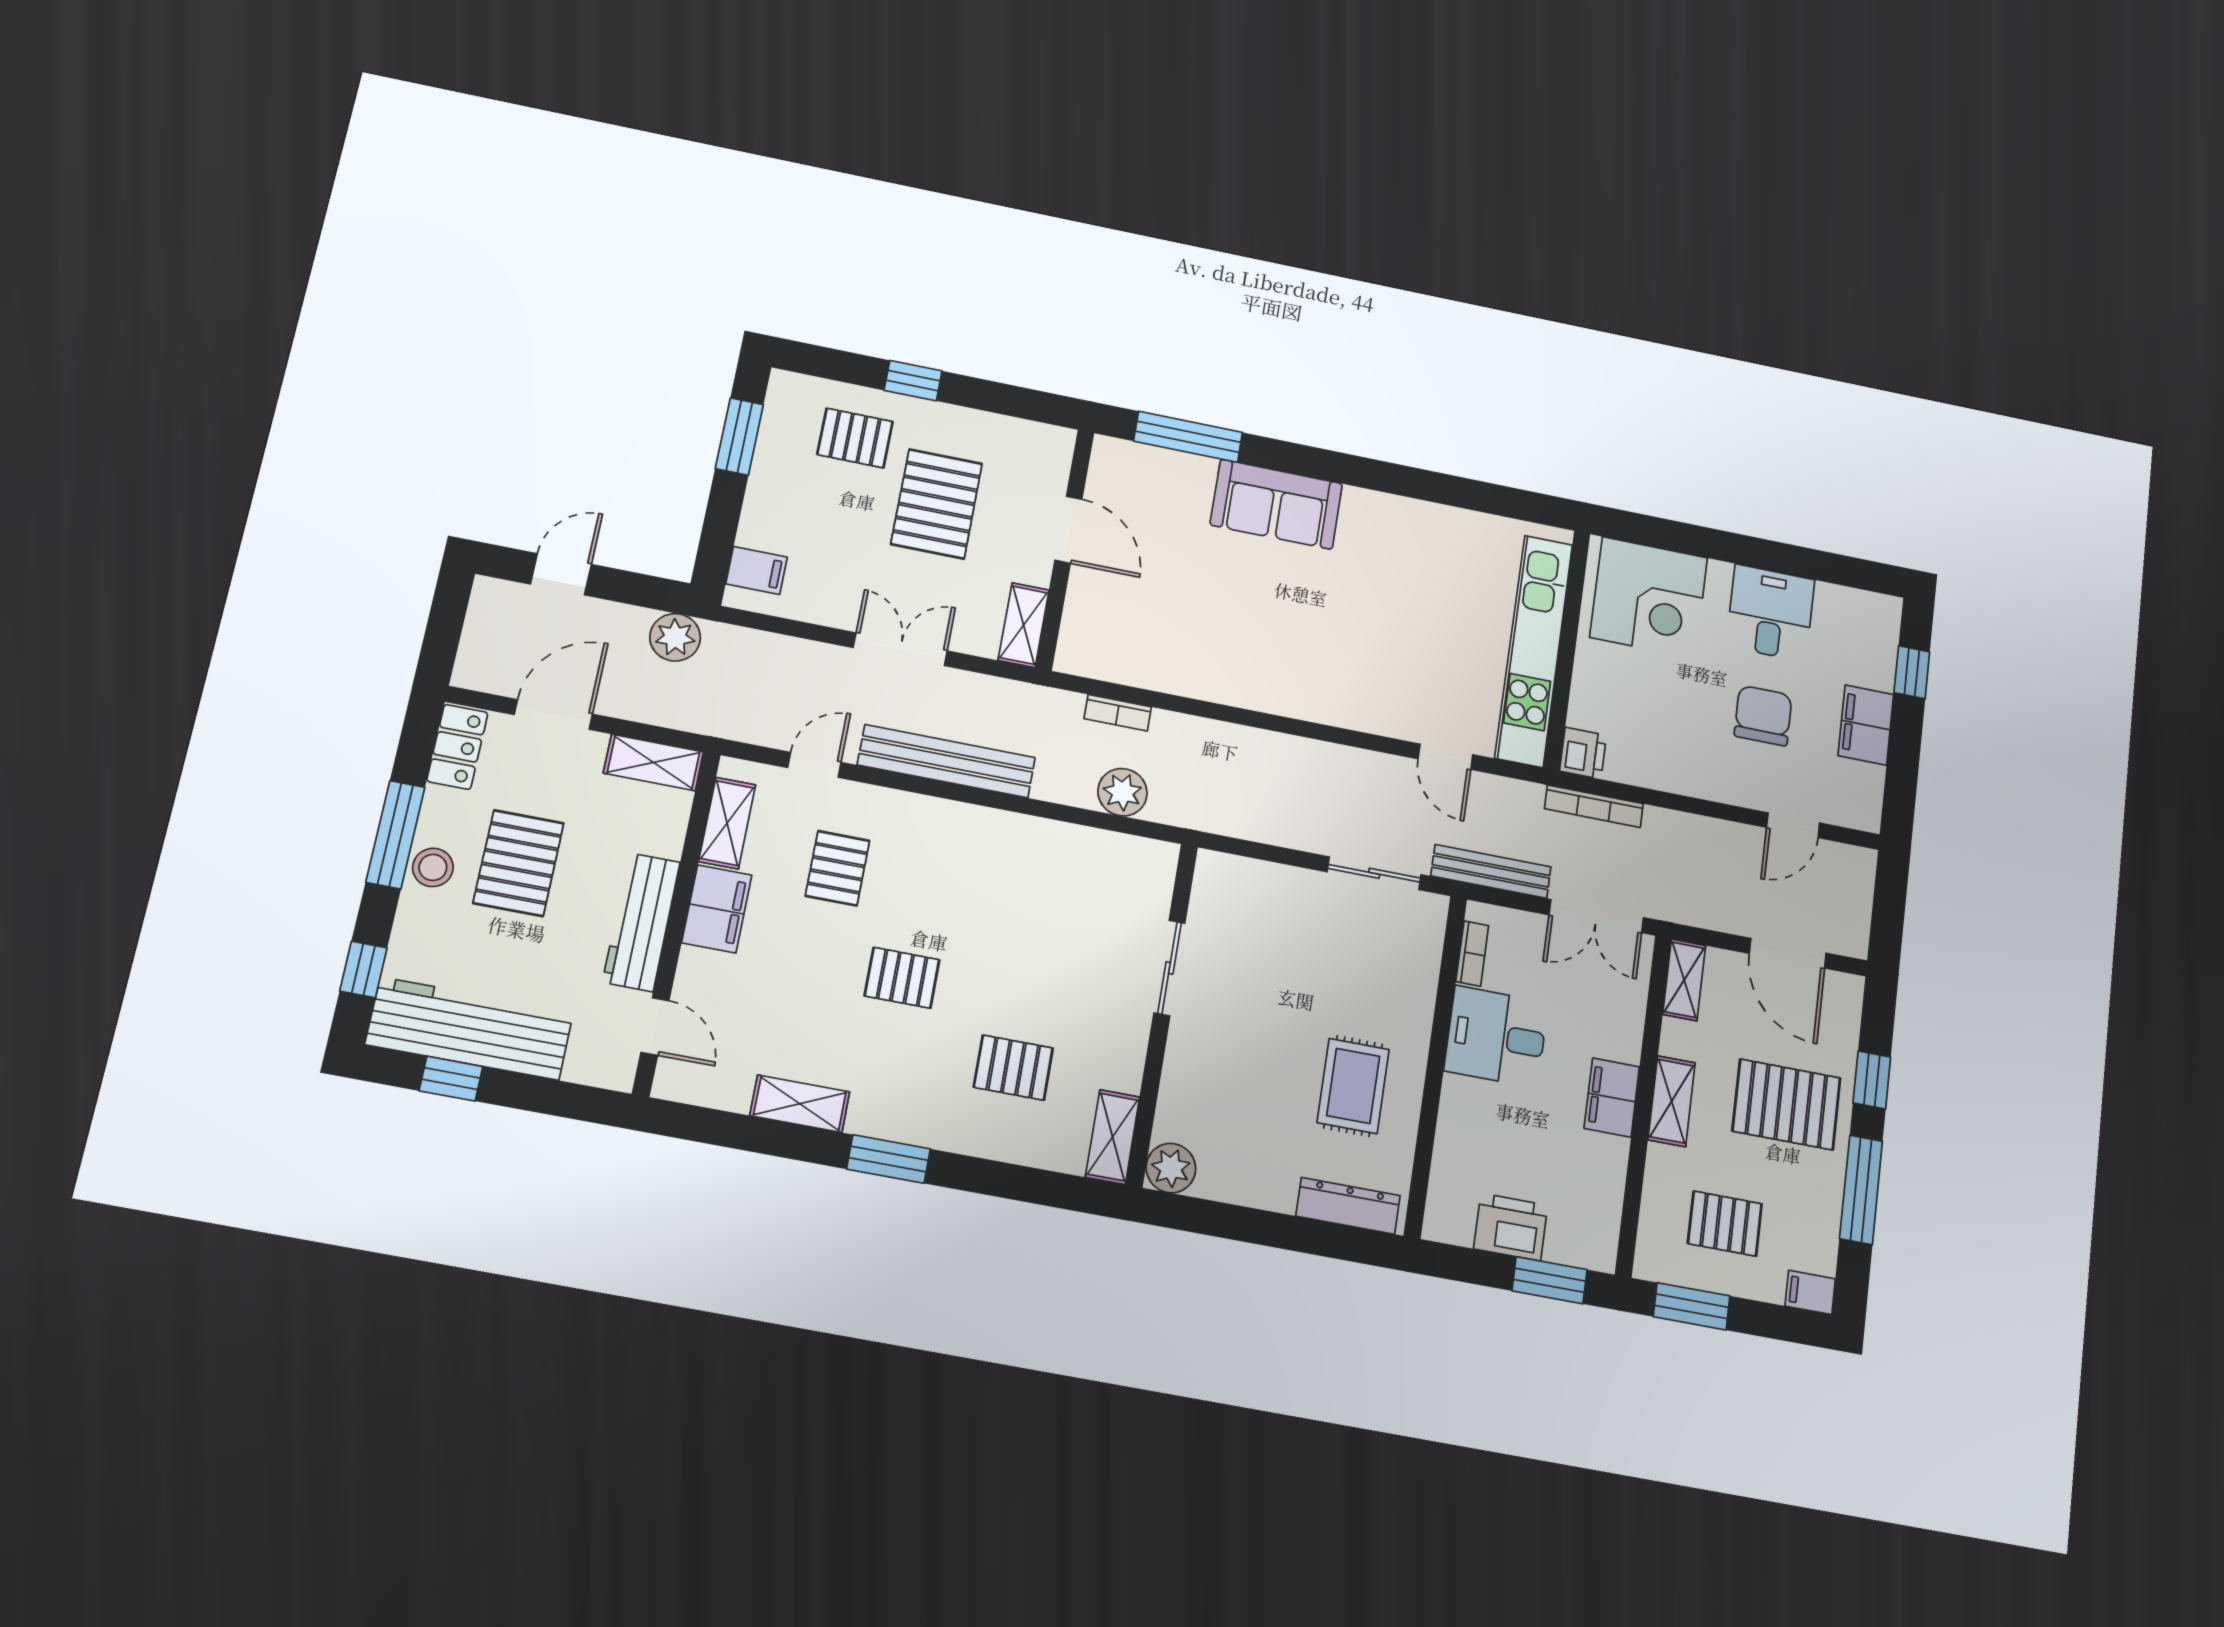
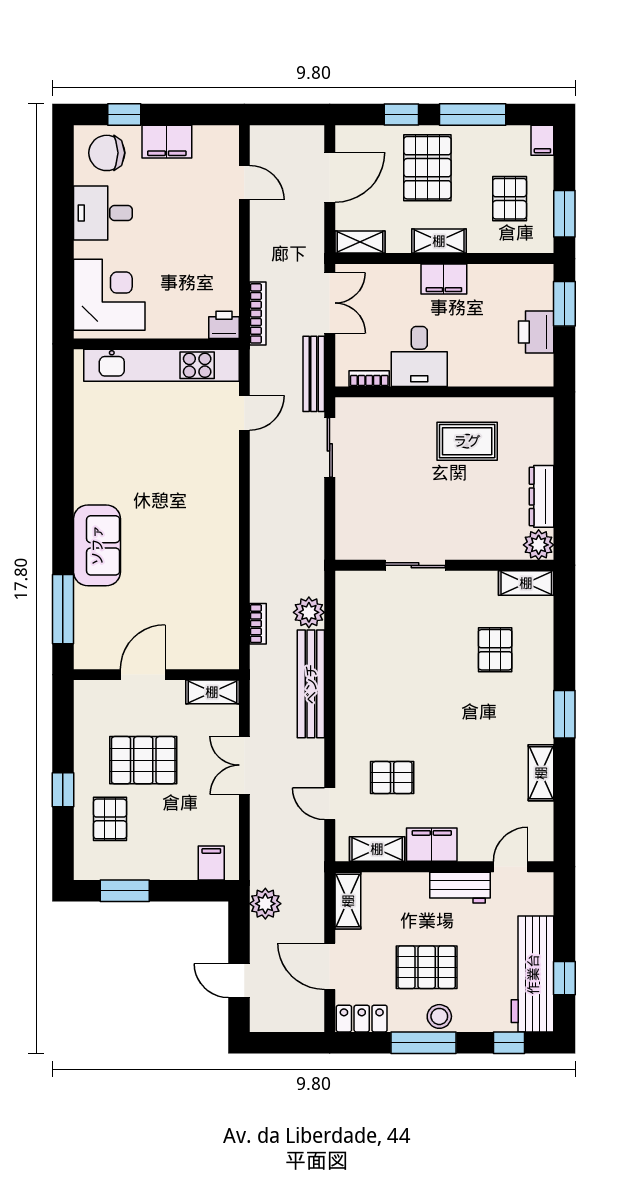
chair: (1763, 716) -> (107, 153), moved
bench: (946, 761) -> (311, 684), moved
workbench: (641, 922) -> (460, 888), width x0.73
pallet: (902, 978) -> (453, 726), removed
dresser: (1348, 1206) -> (542, 496), moved

